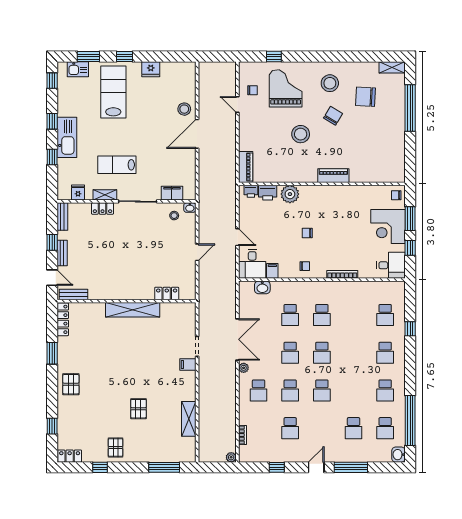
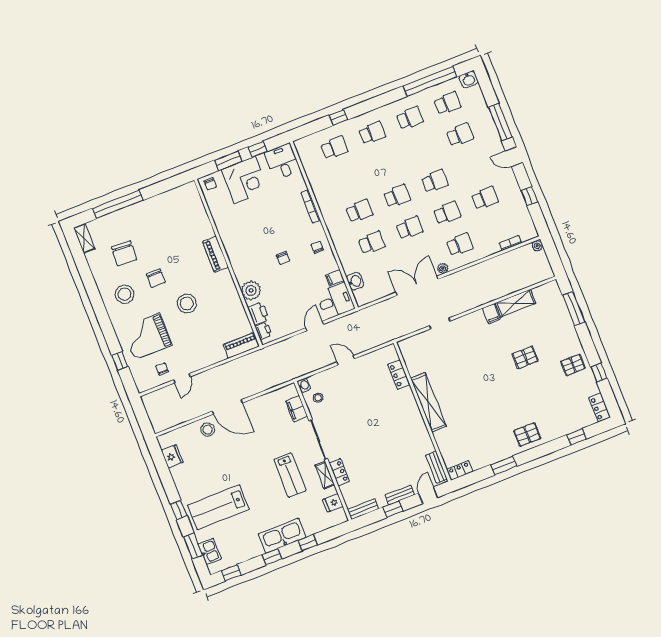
fridge: (151, 69) -> (172, 456), moved
chair: (333, 116) -> (156, 278), turned -121
locker: (63, 319) -> (460, 470), width x0.66
filing cabinet: (188, 364) -> (491, 314), moved

